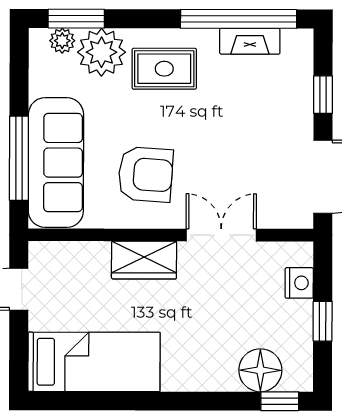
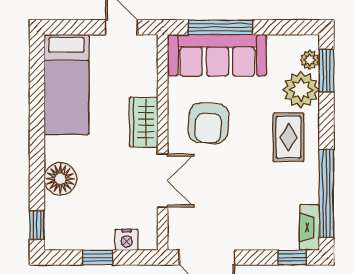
fireplace: (250, 41) -> (310, 228), moved
window: (323, 95) -> (292, 257), moved
floor lamp: (260, 370) -> (60, 179), moved

